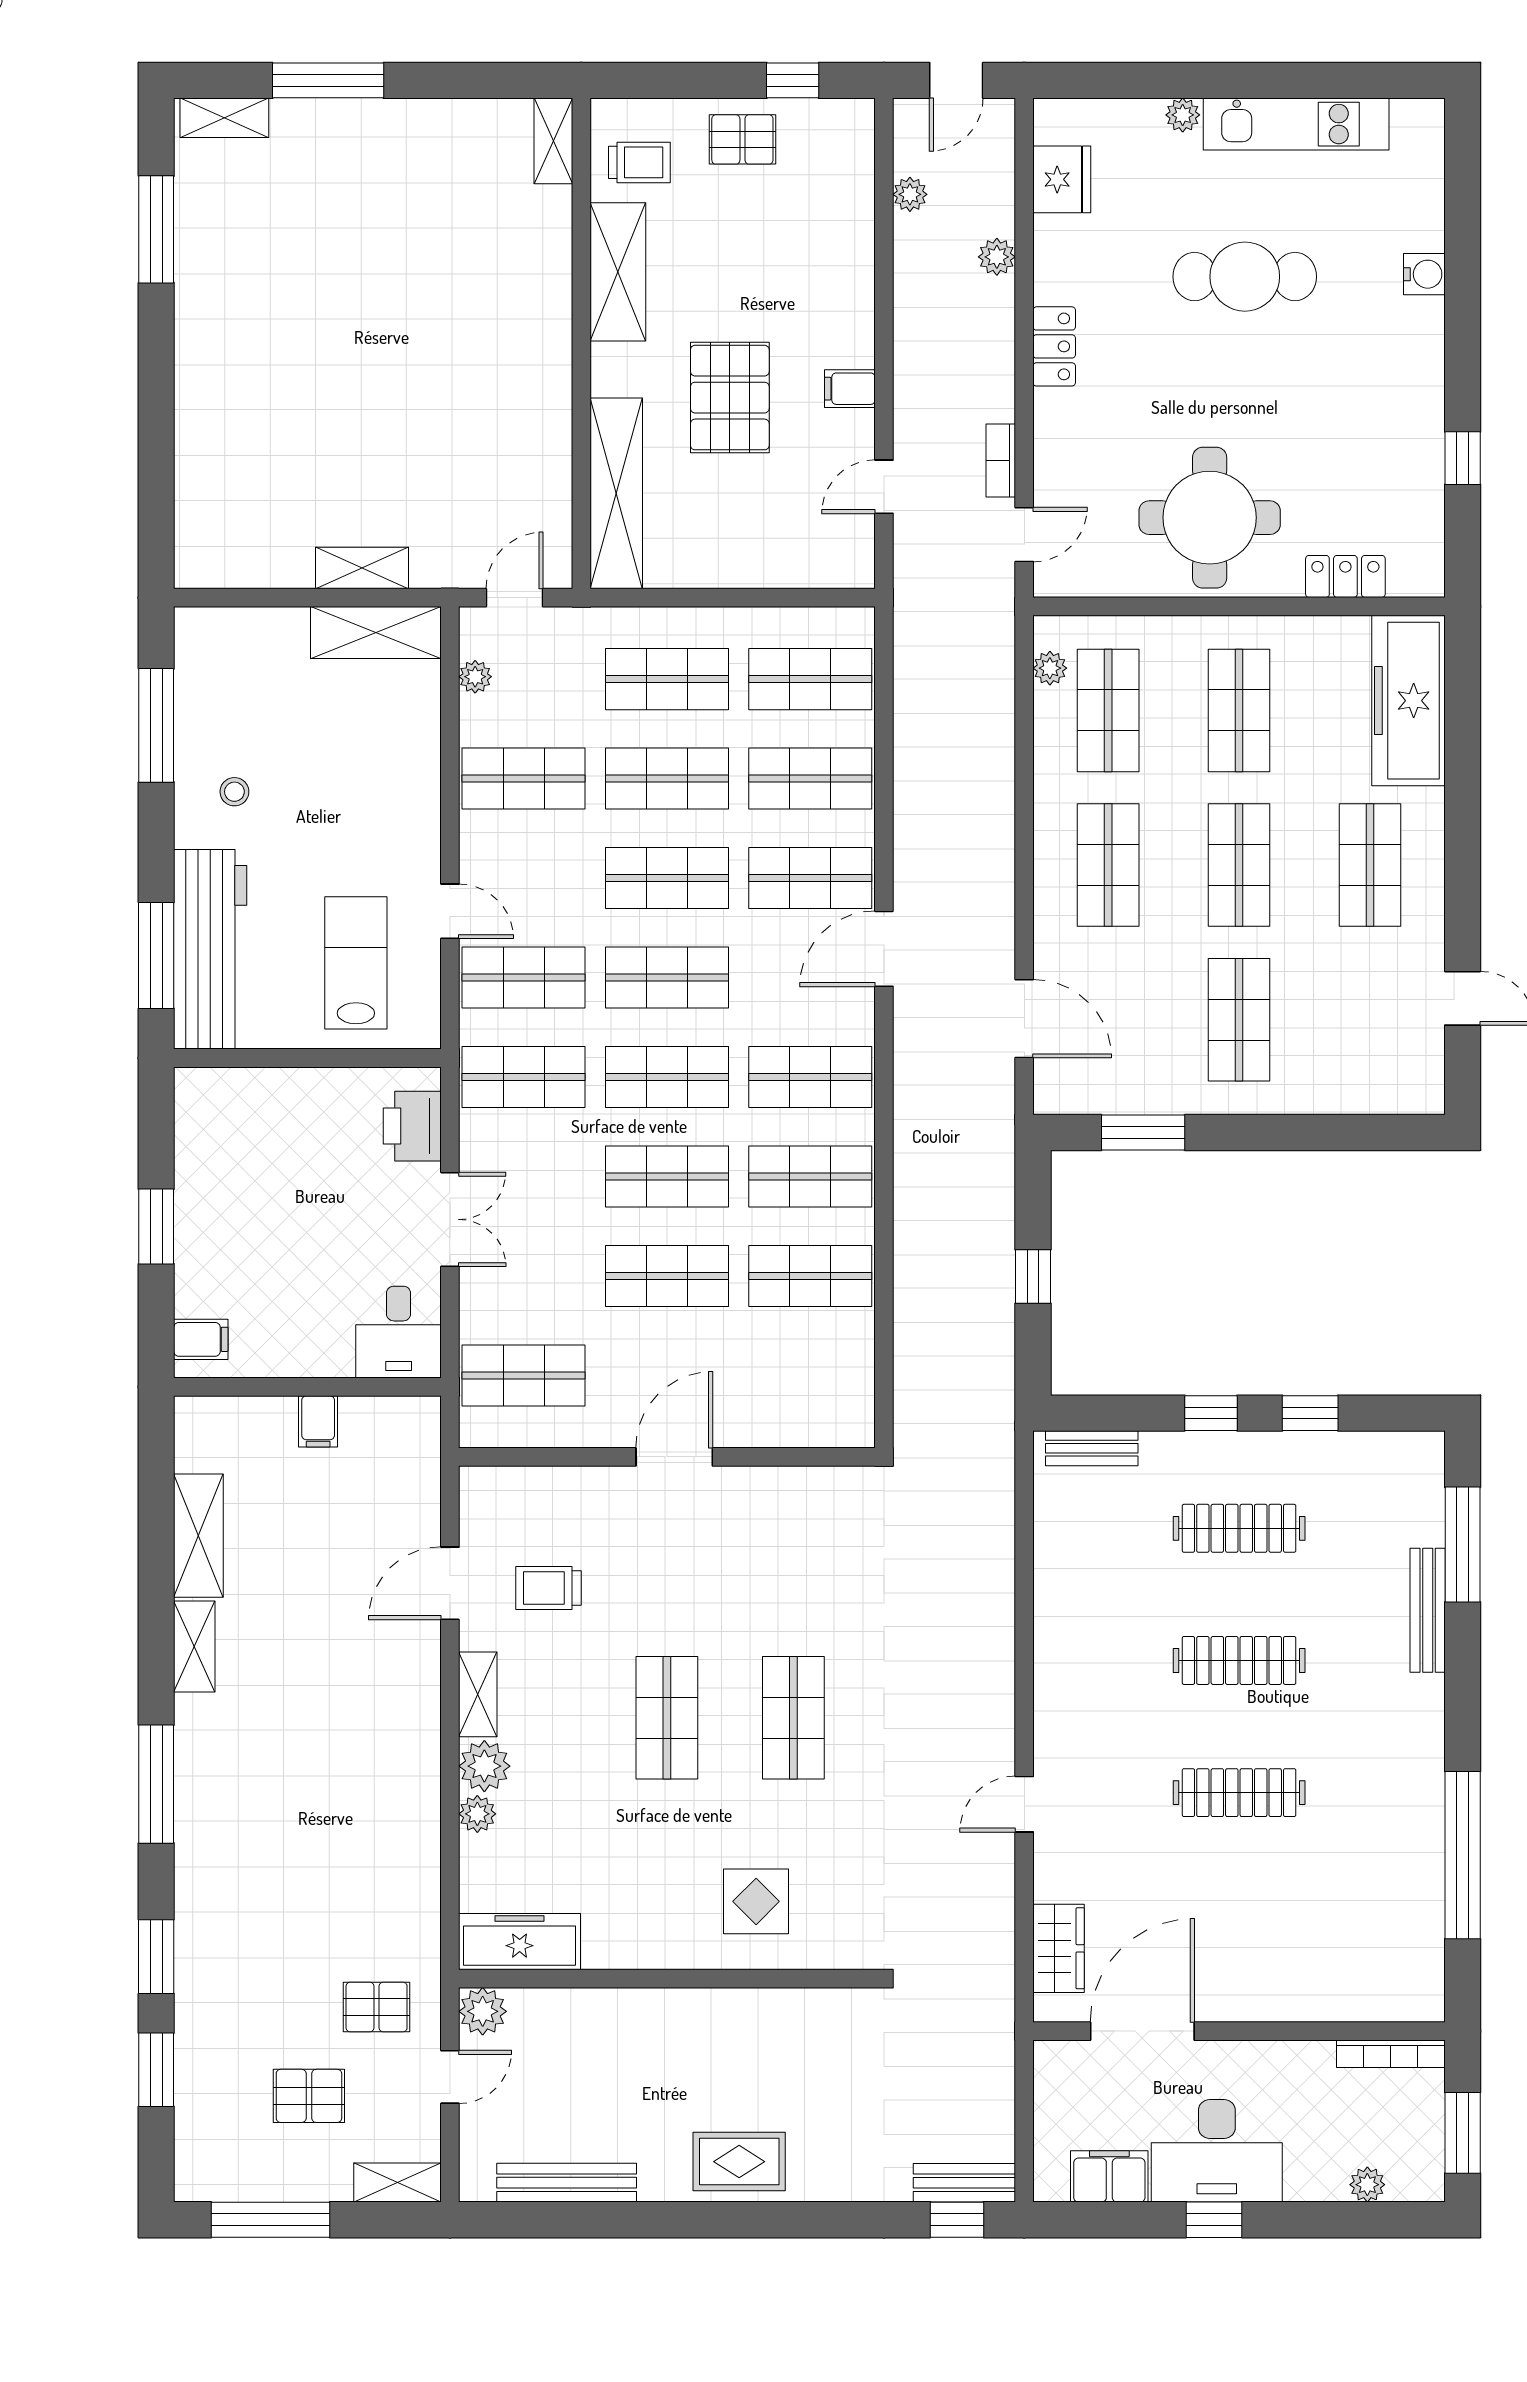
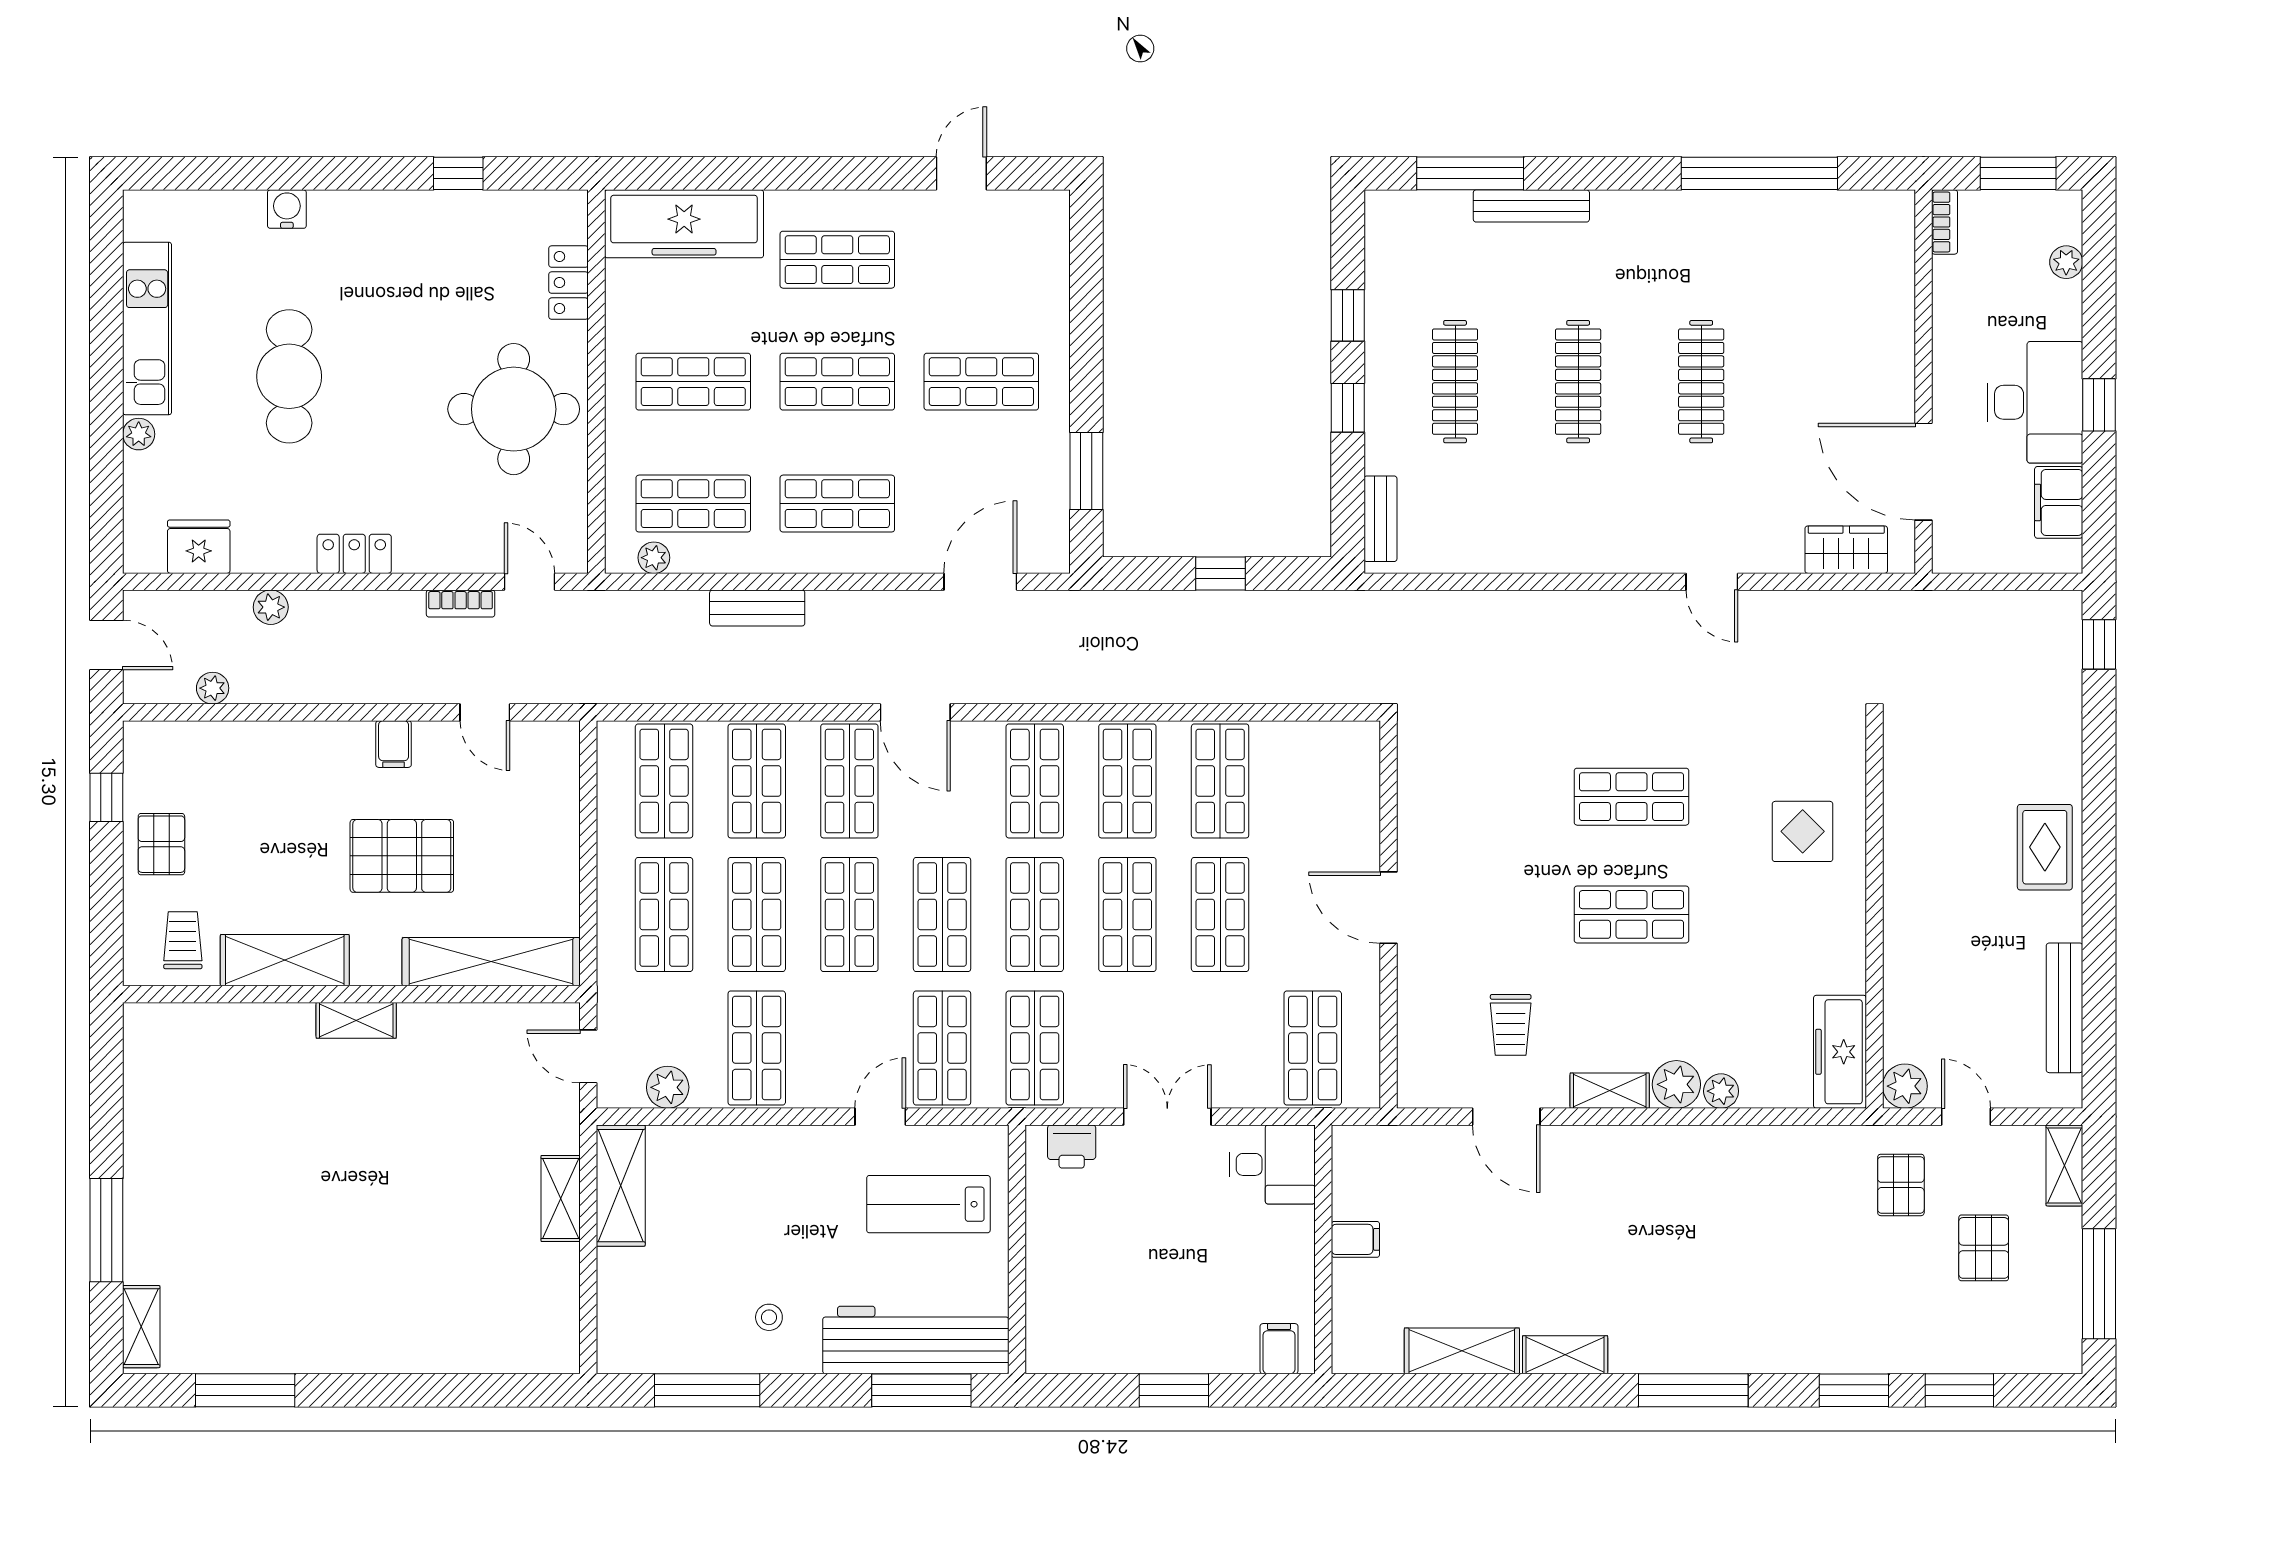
shelving: (553, 141) -> (356, 1020), moved
plant: (475, 677) -> (668, 1087), width x1.38, depth x1.38
printer: (412, 1126) -> (1072, 1147), width x0.73, depth x0.81
bookcase: (1391, 2054) -> (1945, 222), width x0.64
bench: (964, 2183) -> (757, 608), moved, turned 90

